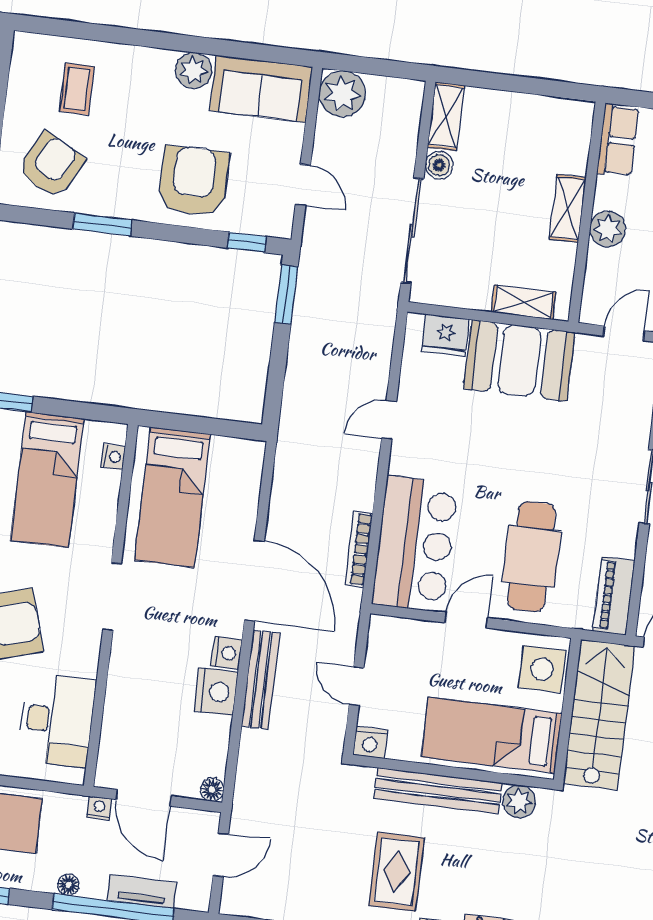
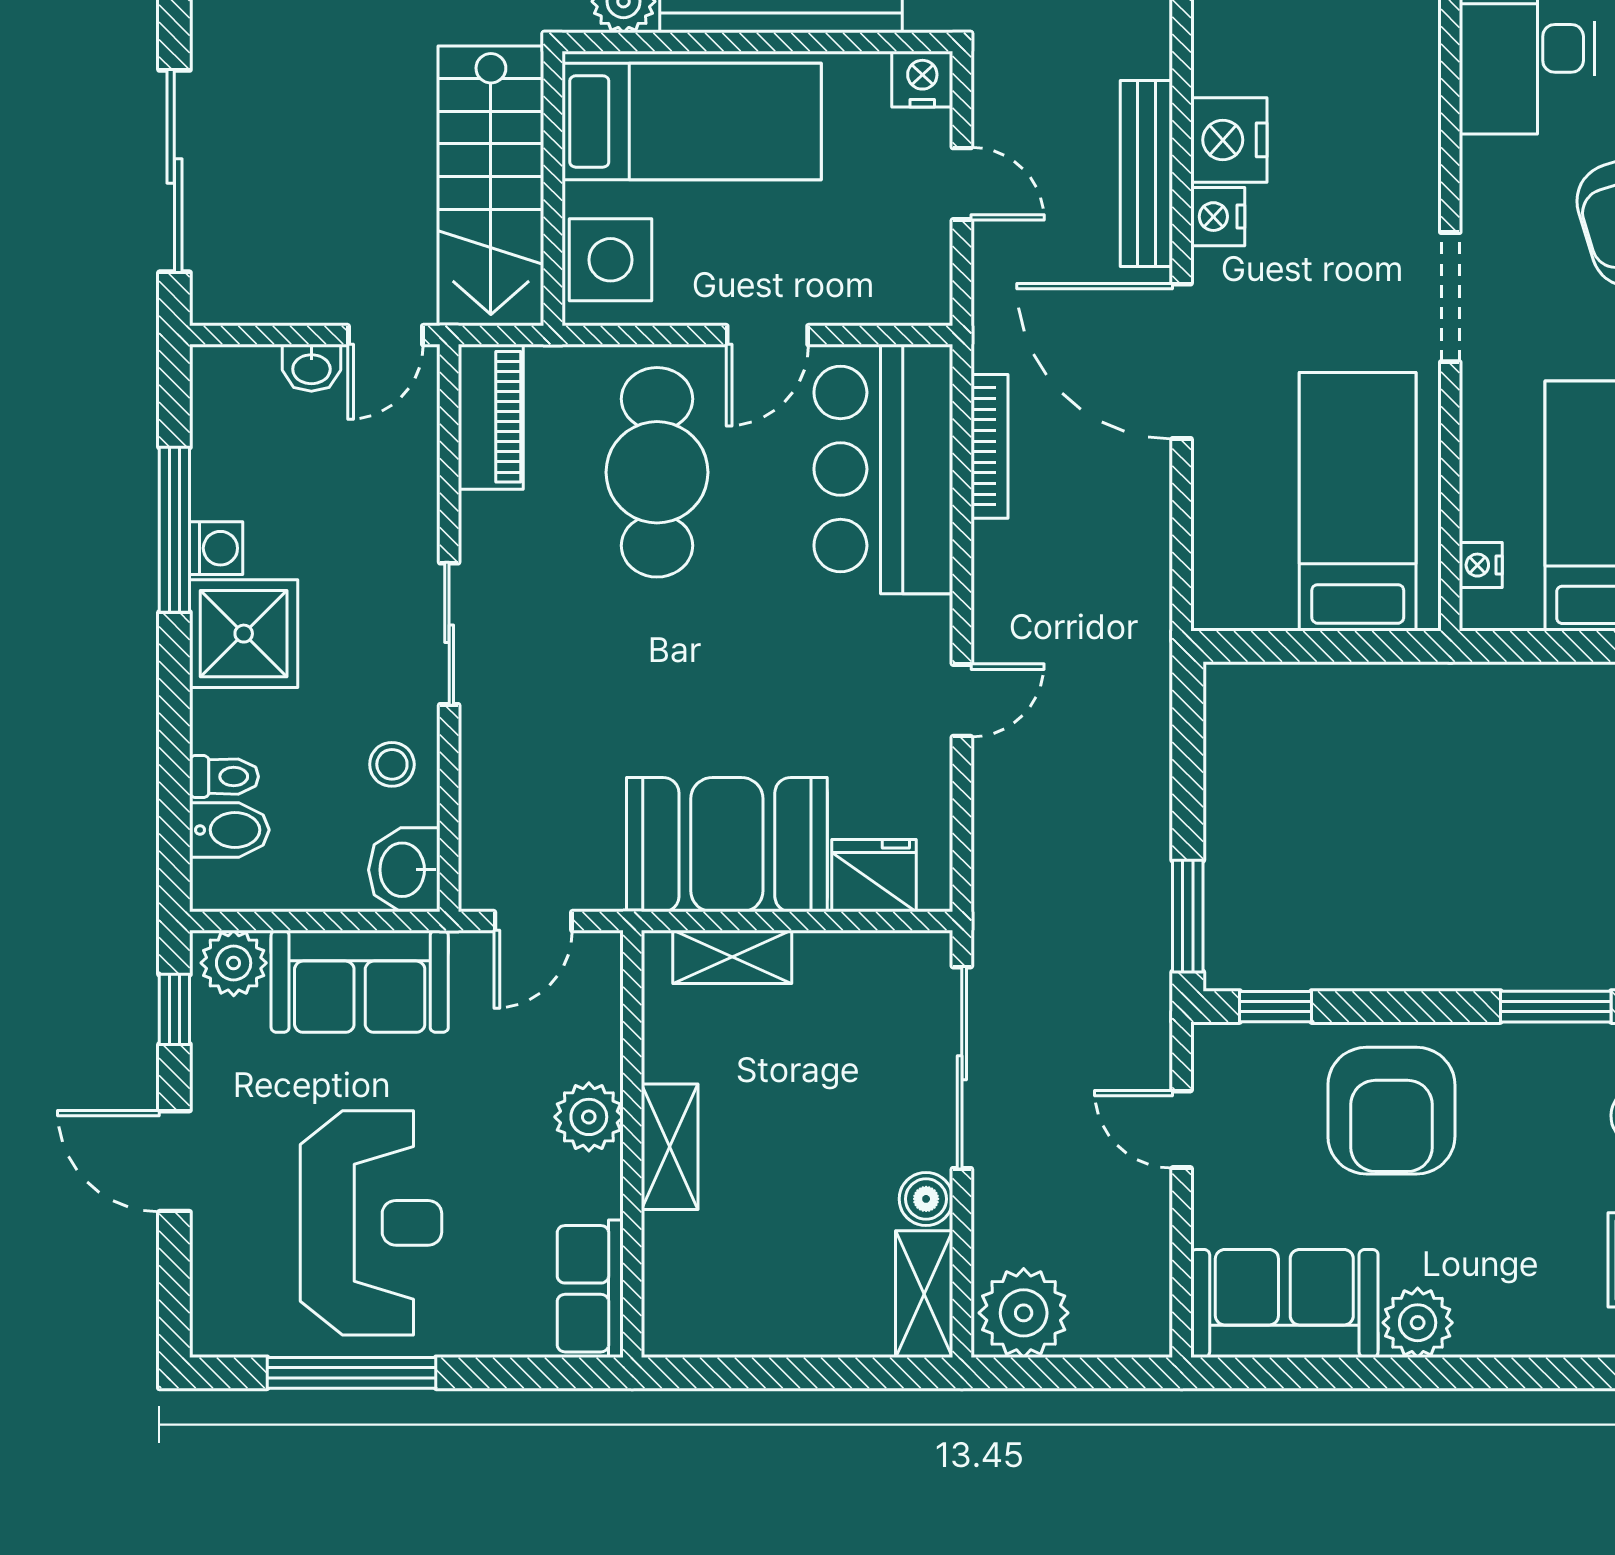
plant: (342, 94) -> (1024, 1313), moved

